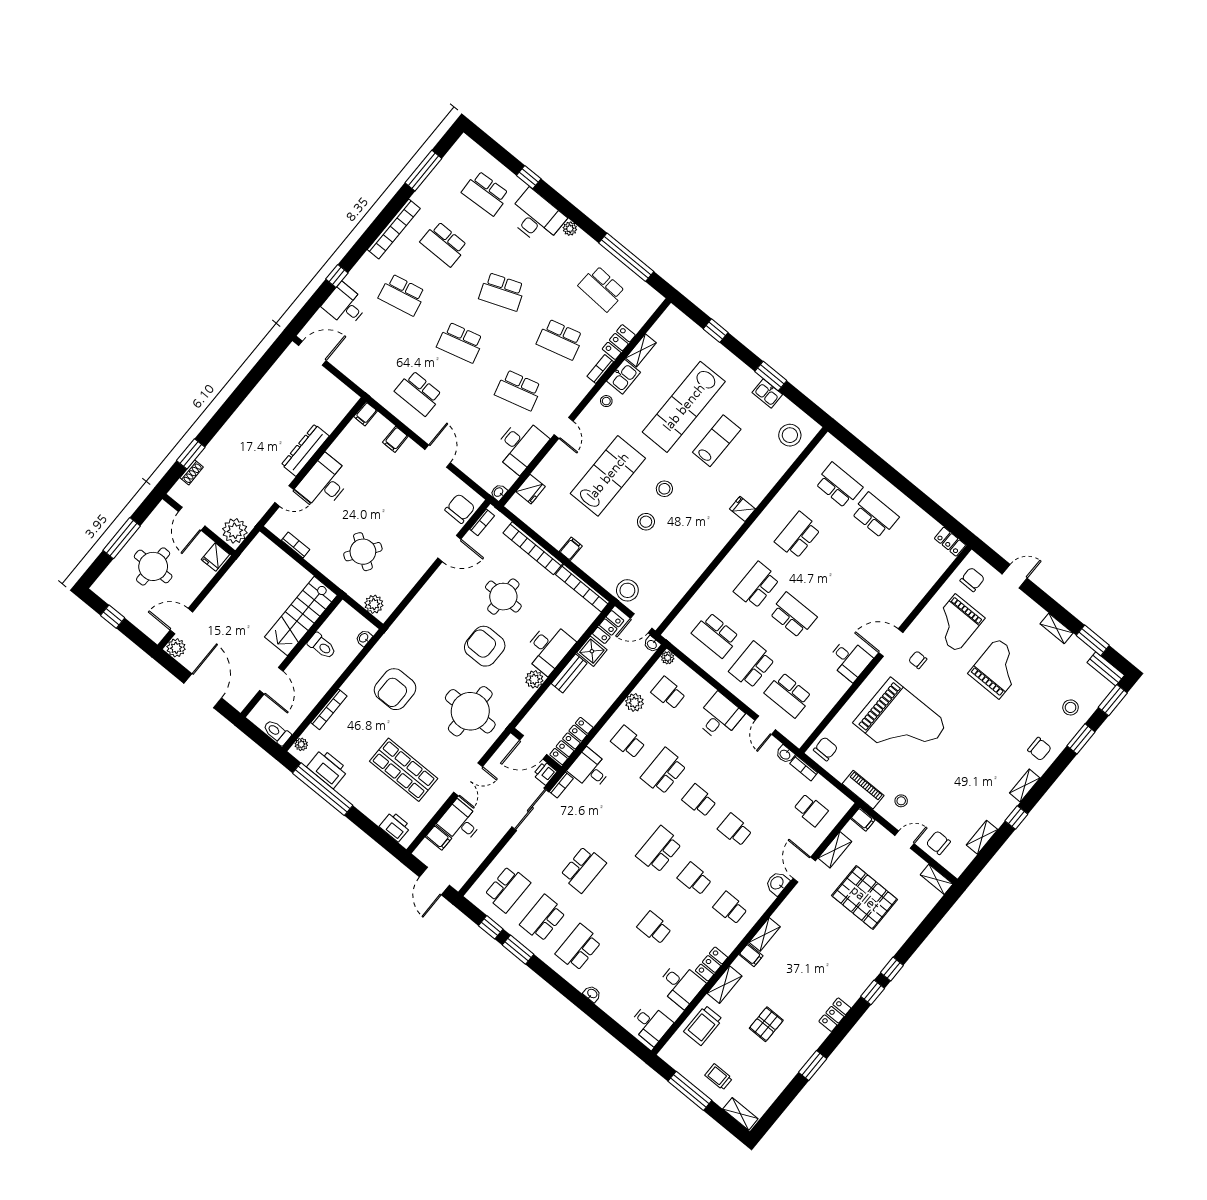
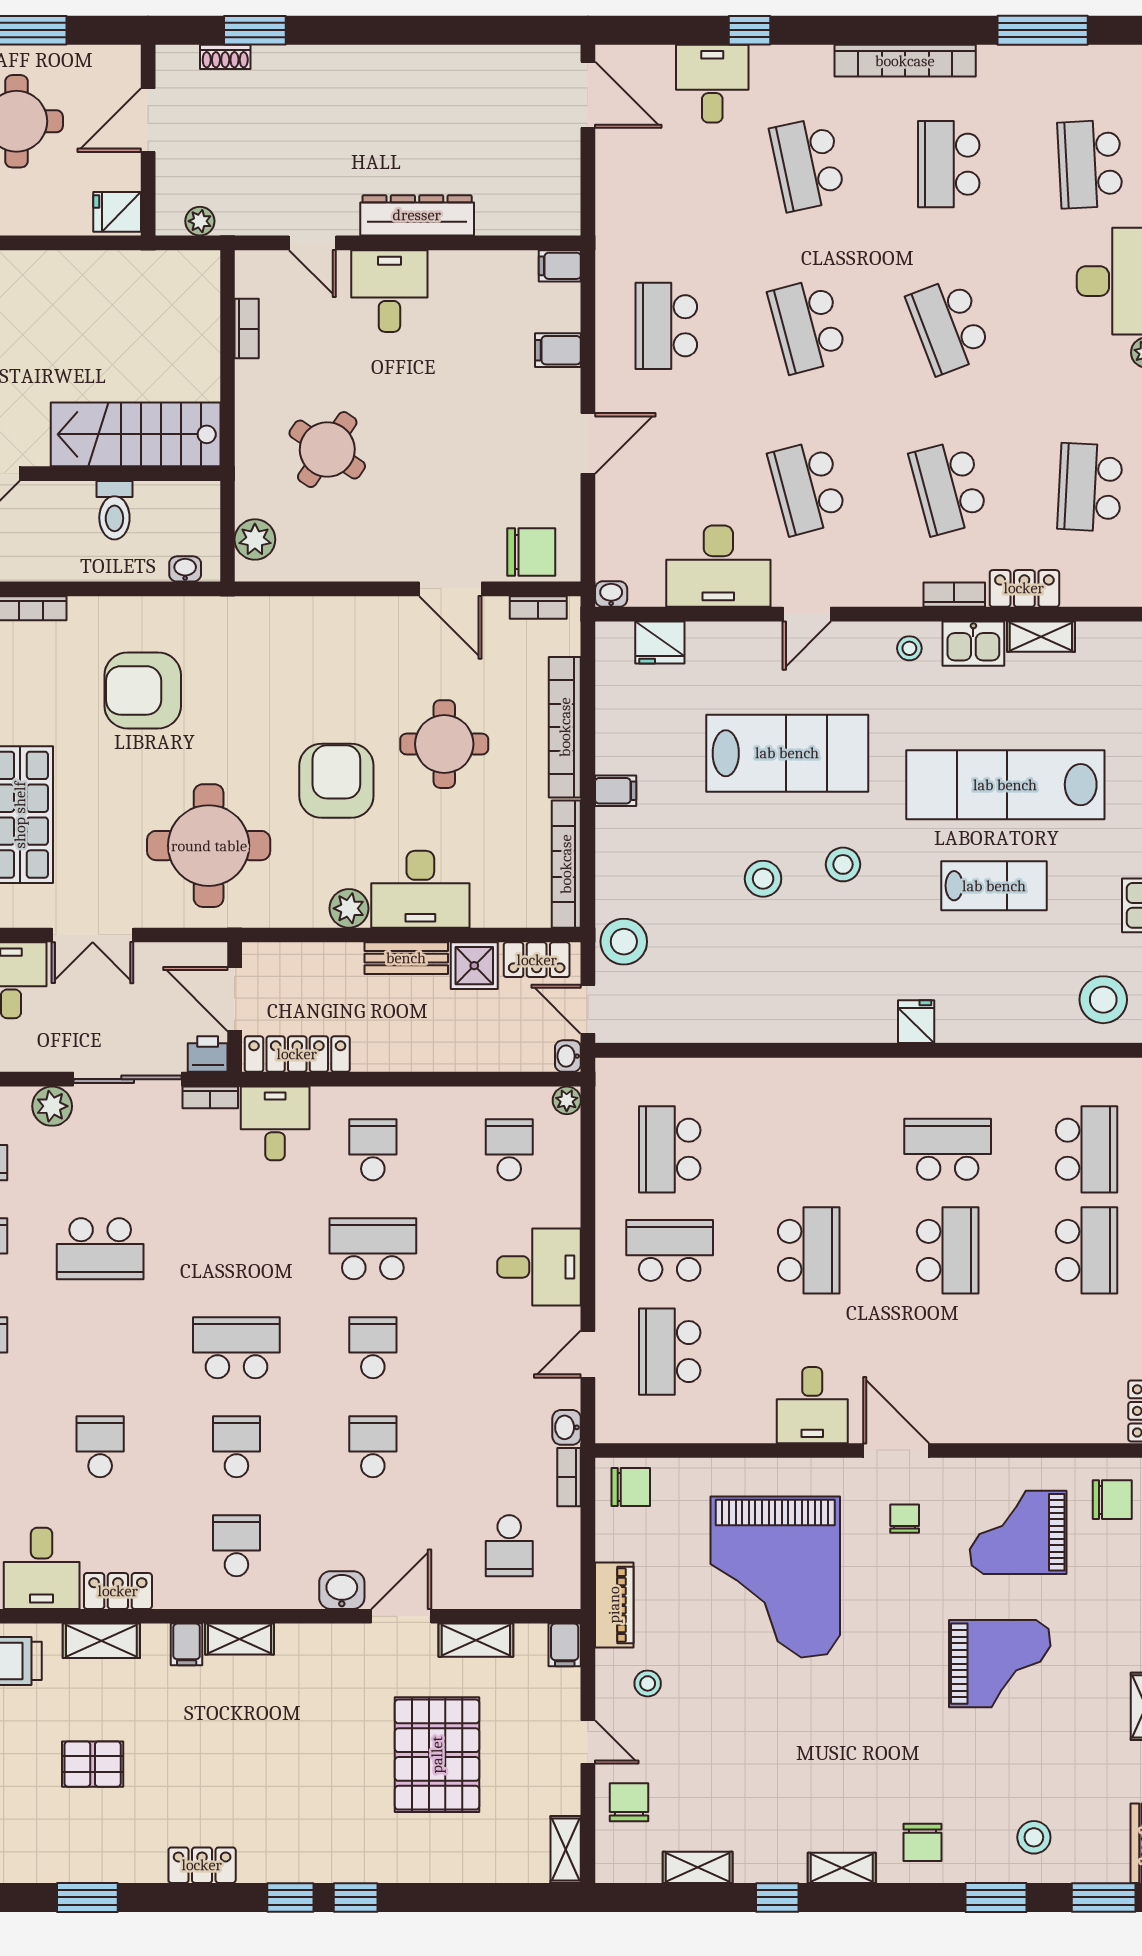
desk: (324, 483) -> (389, 291), width x0.73
plant: (235, 531) -> (200, 221), width x0.53, depth x0.53
school desk: (757, 585) -> (948, 1250), moved, turned 90
plant: (634, 702) -> (52, 1106), moved

